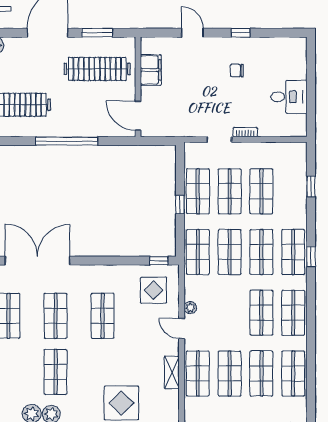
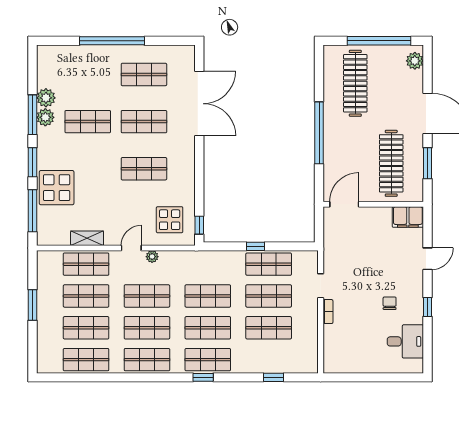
filing cabinet: (151, 70) -> (408, 217), moved
desk: (289, 97) -> (405, 341), moved, turned -90
shop shelf: (198, 252) -> (147, 296), moved

